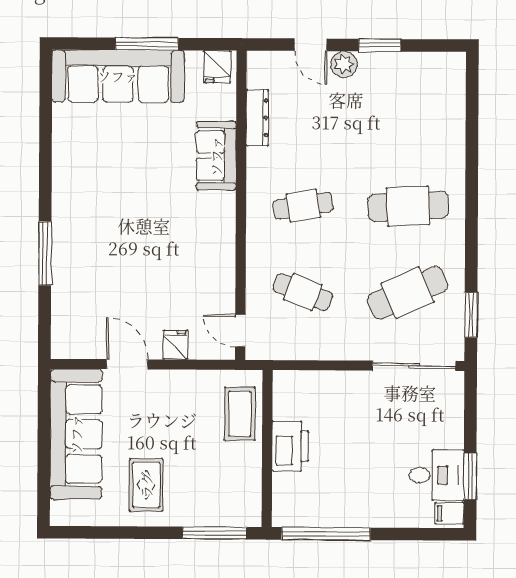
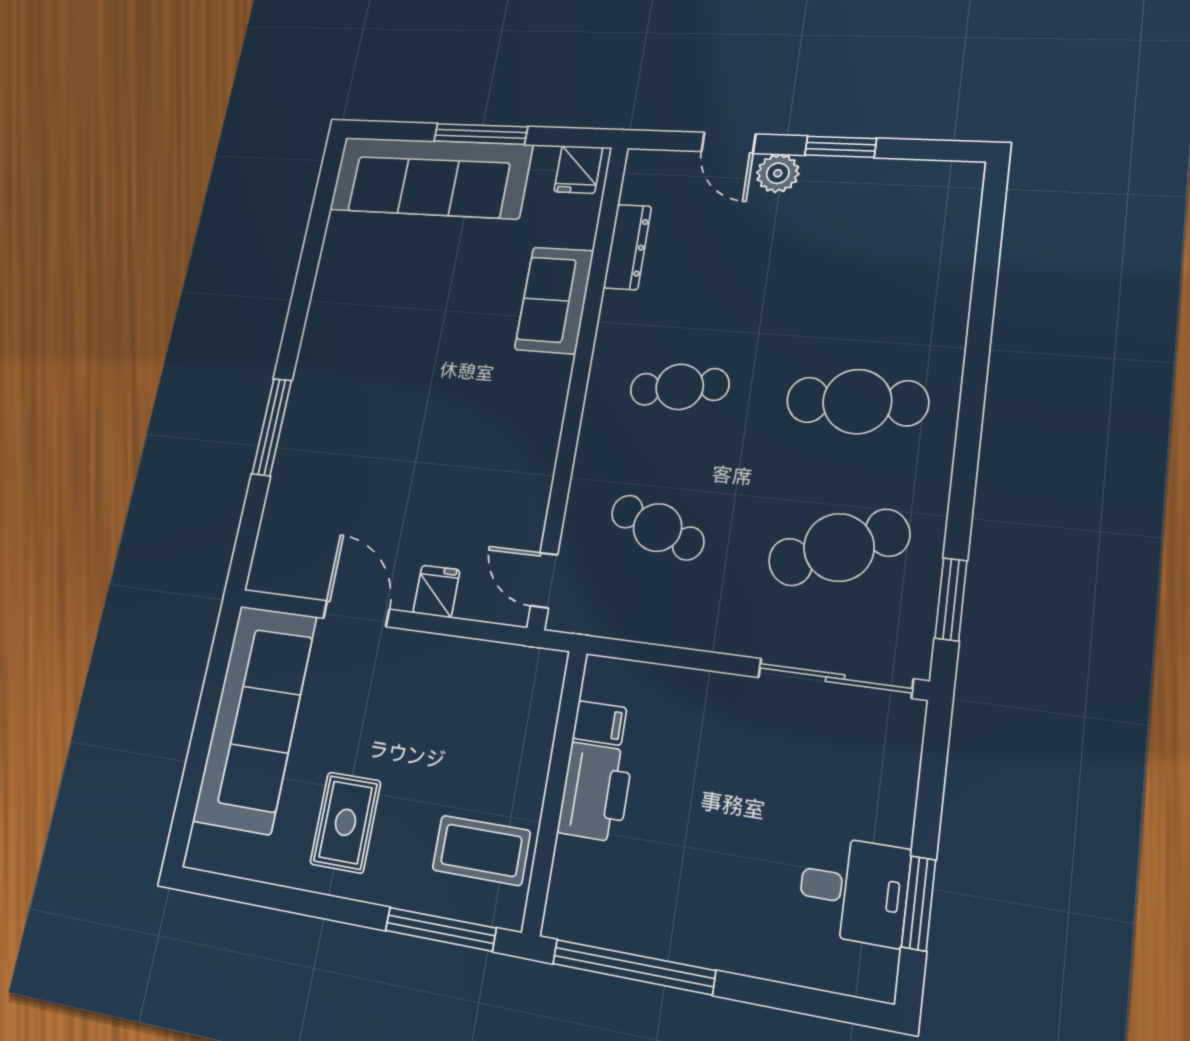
coffee table: (240, 414) -> (481, 850), moved, turned 90
filing cabinet: (449, 513) -> (599, 723), moved, turned 180

